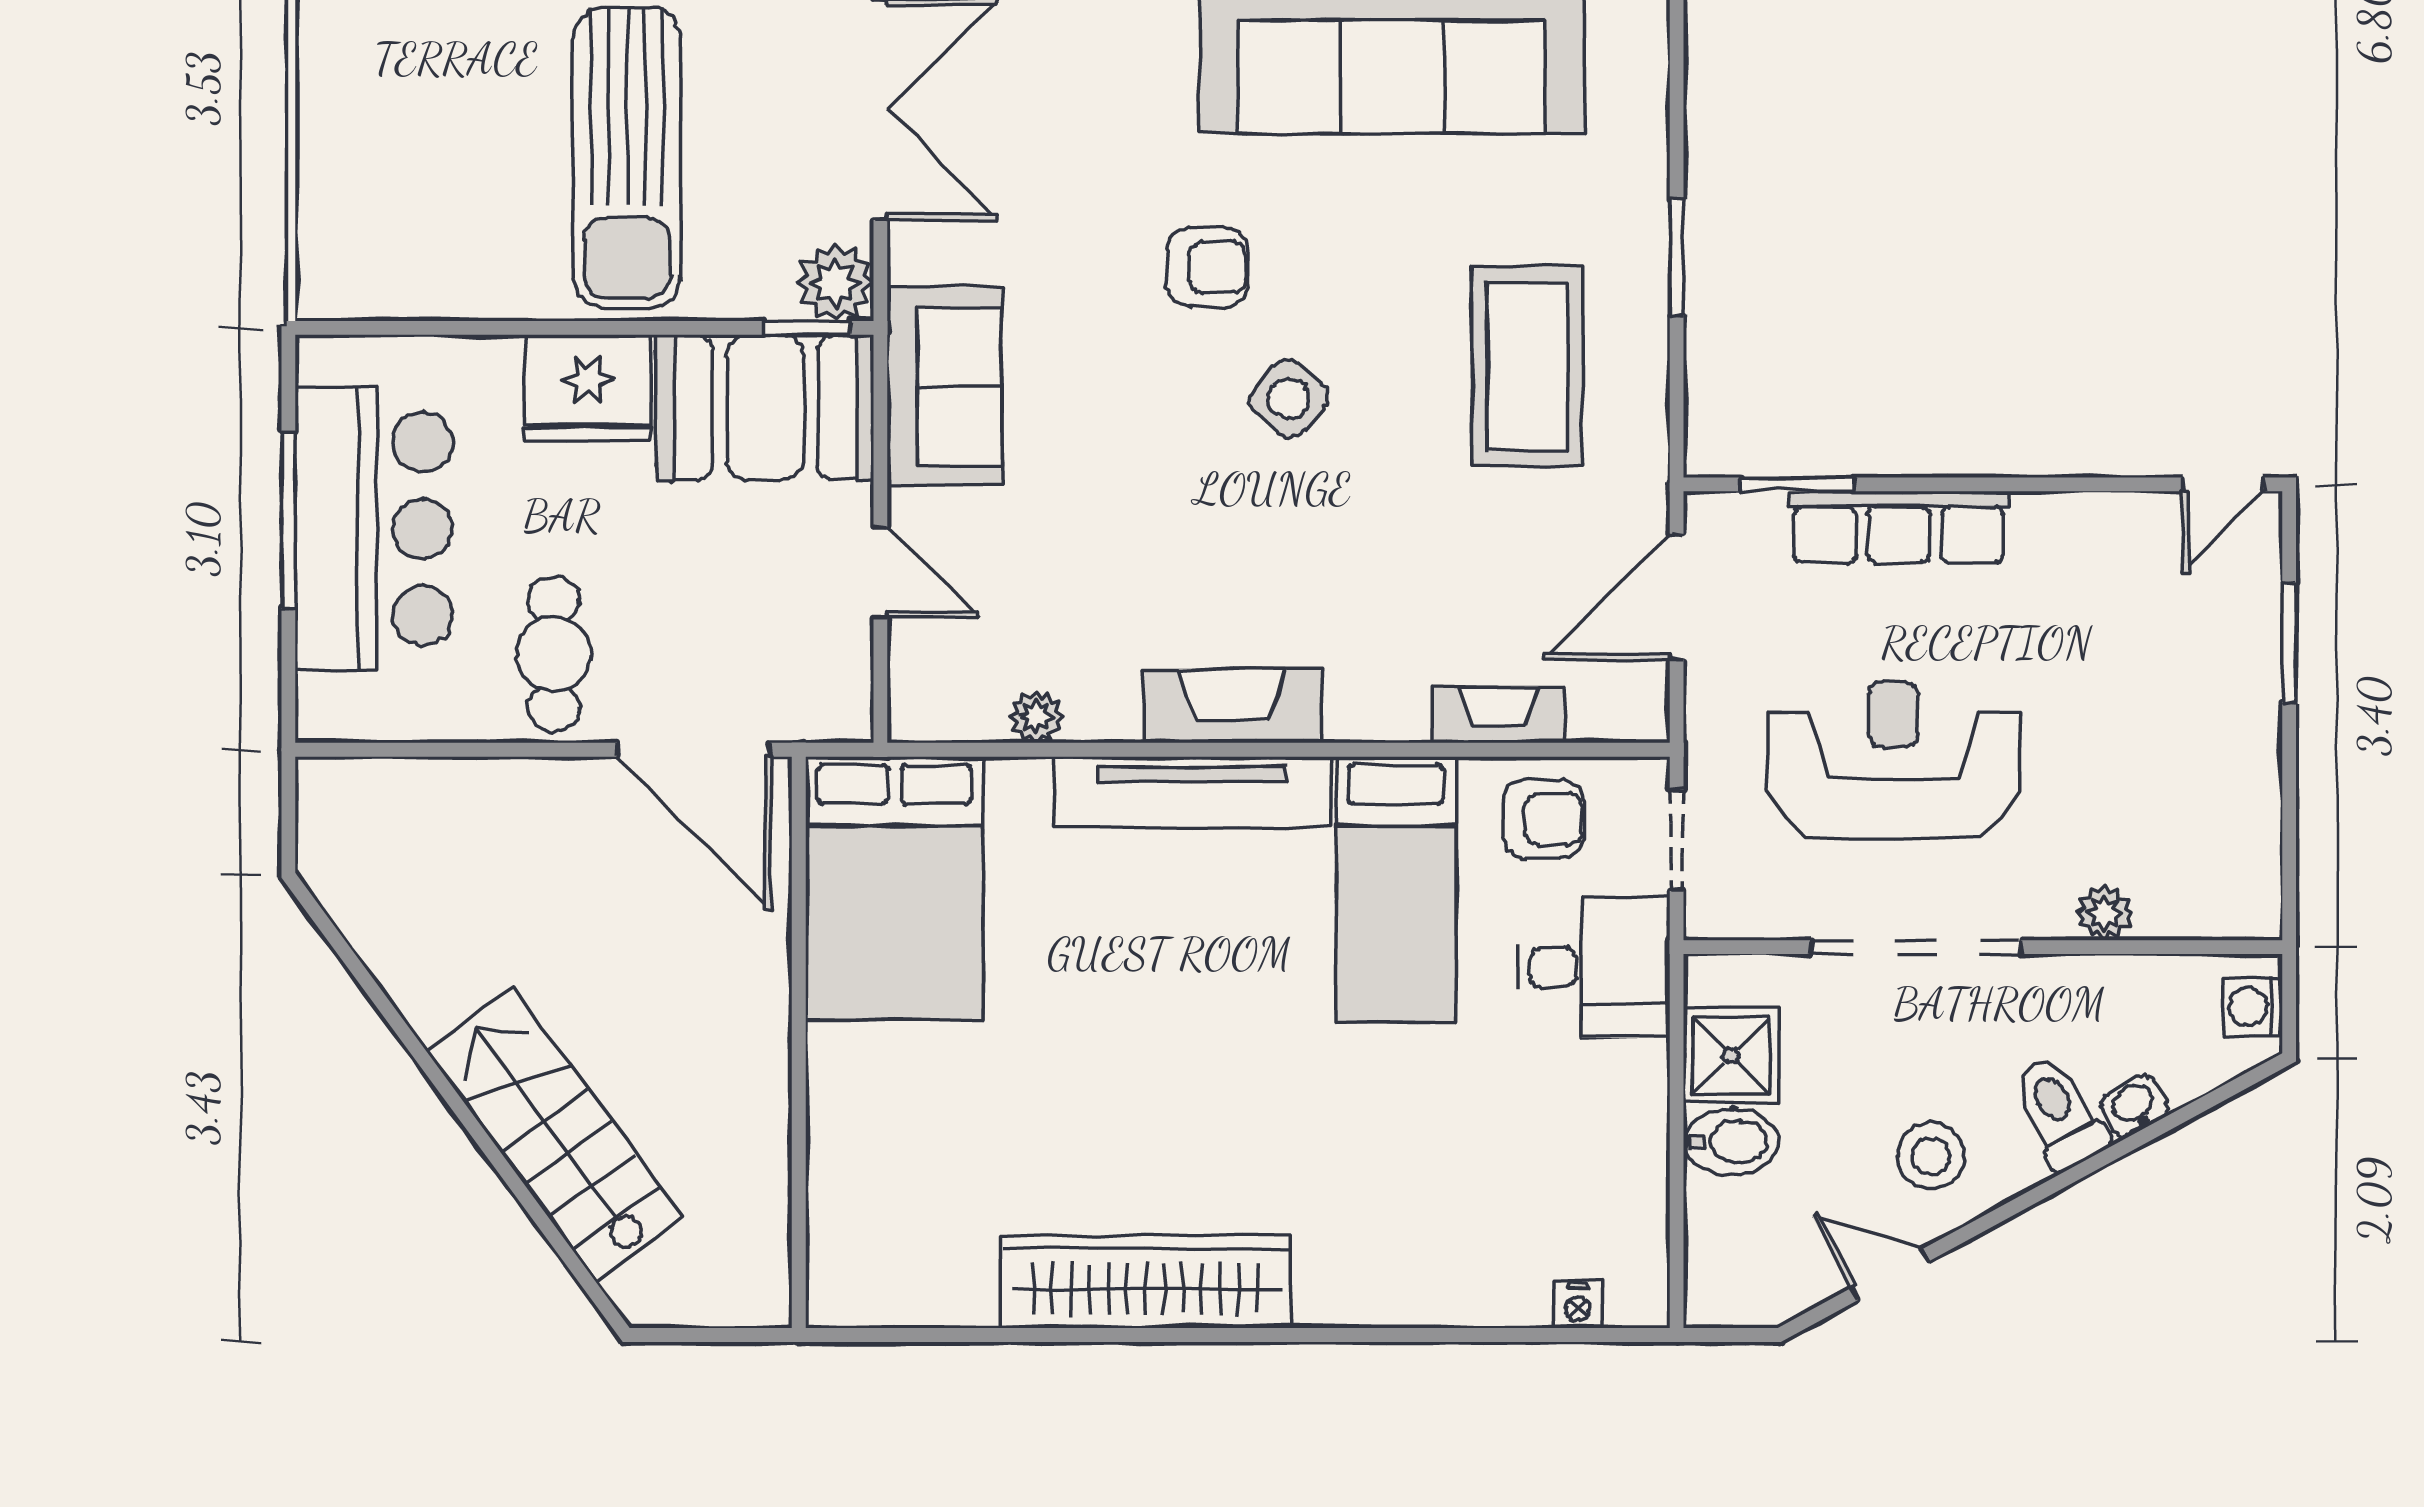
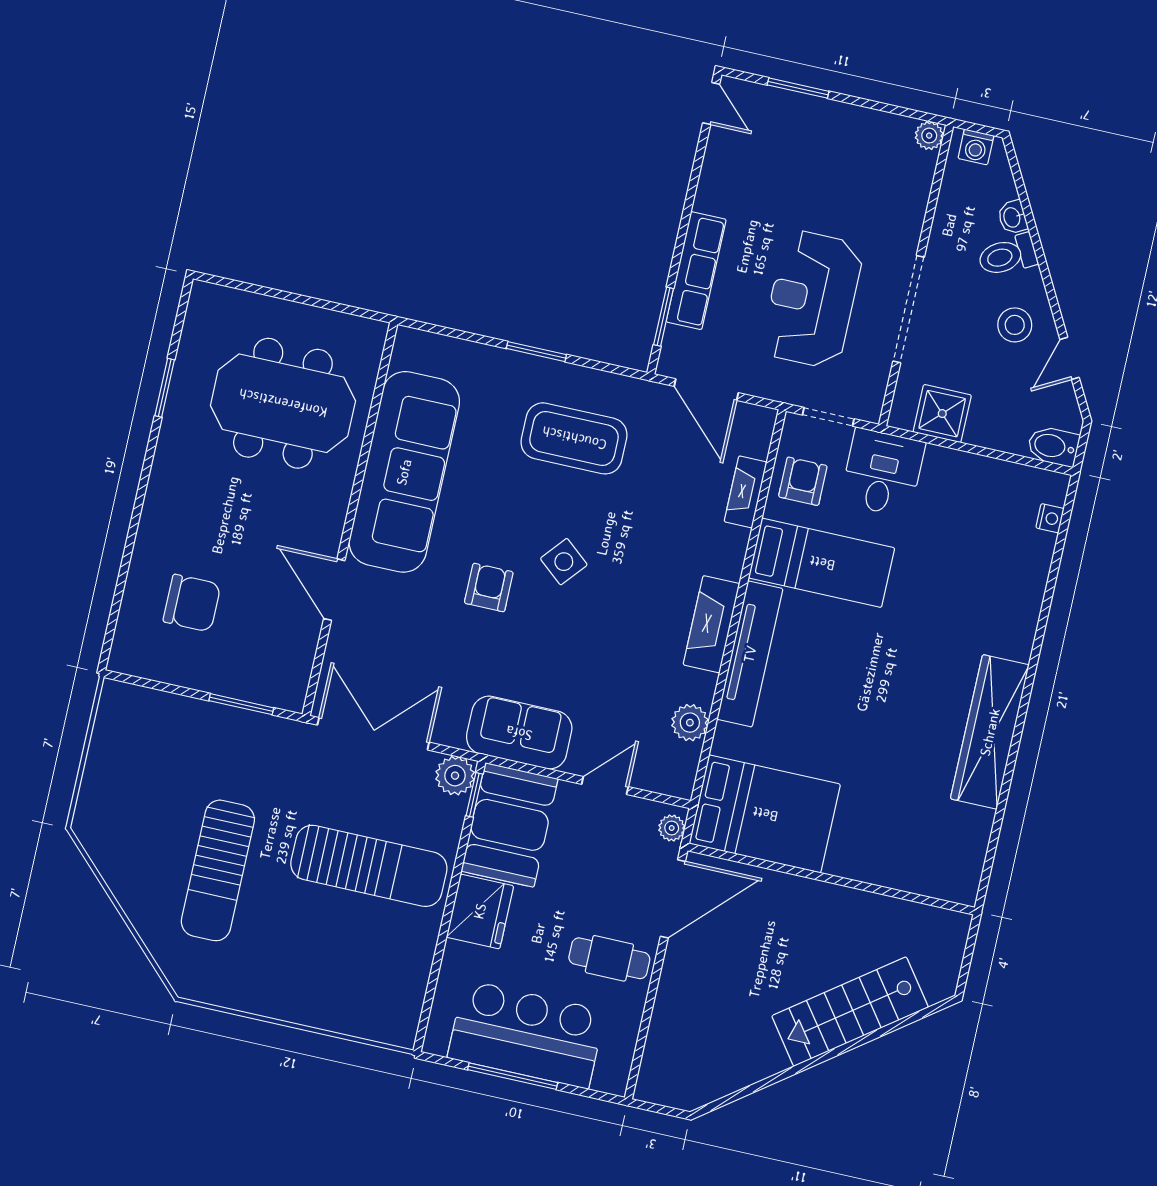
plant: (828, 717) -> (672, 828), added
plant: (1036, 717) -> (690, 723), width x1.38, depth x1.38
plant: (2105, 913) -> (929, 136), moved
bidet: (1731, 1142) -> (1053, 446), moved, turned -90

